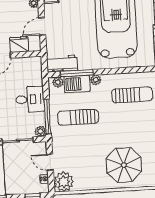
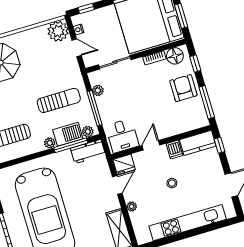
fridge: (19, 44) -> (124, 164), moved
desk: (30, 99) -> (122, 136), moved, turned -90
window: (47, 117) -> (95, 108), moved
plant: (40, 131) -> (98, 90), moved

